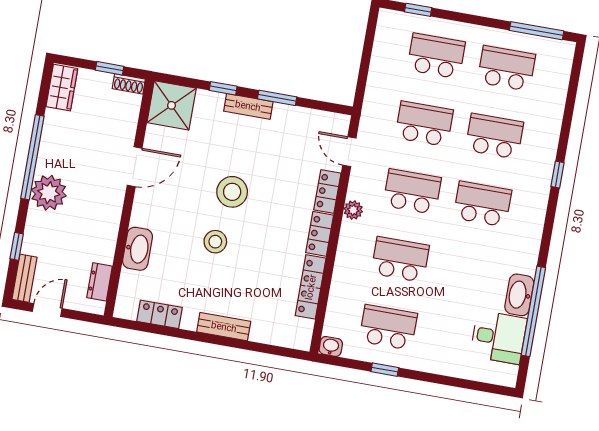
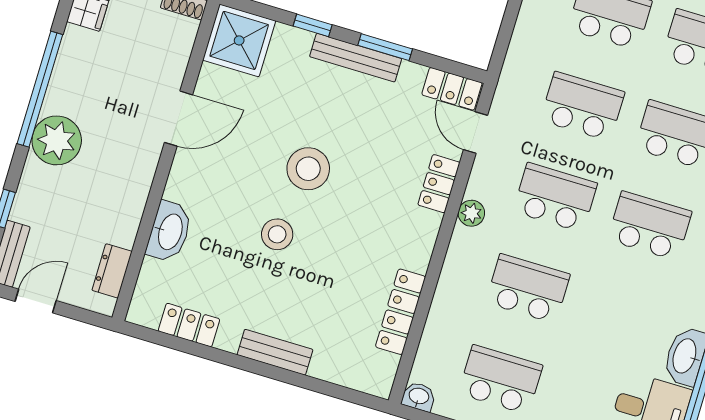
bench: (248, 106) -> (356, 58), width x1.36
locker: (320, 234) -> (452, 89), moved, turned -90

